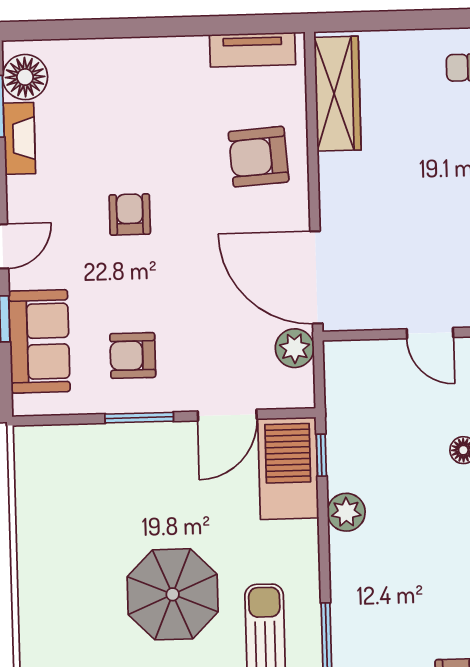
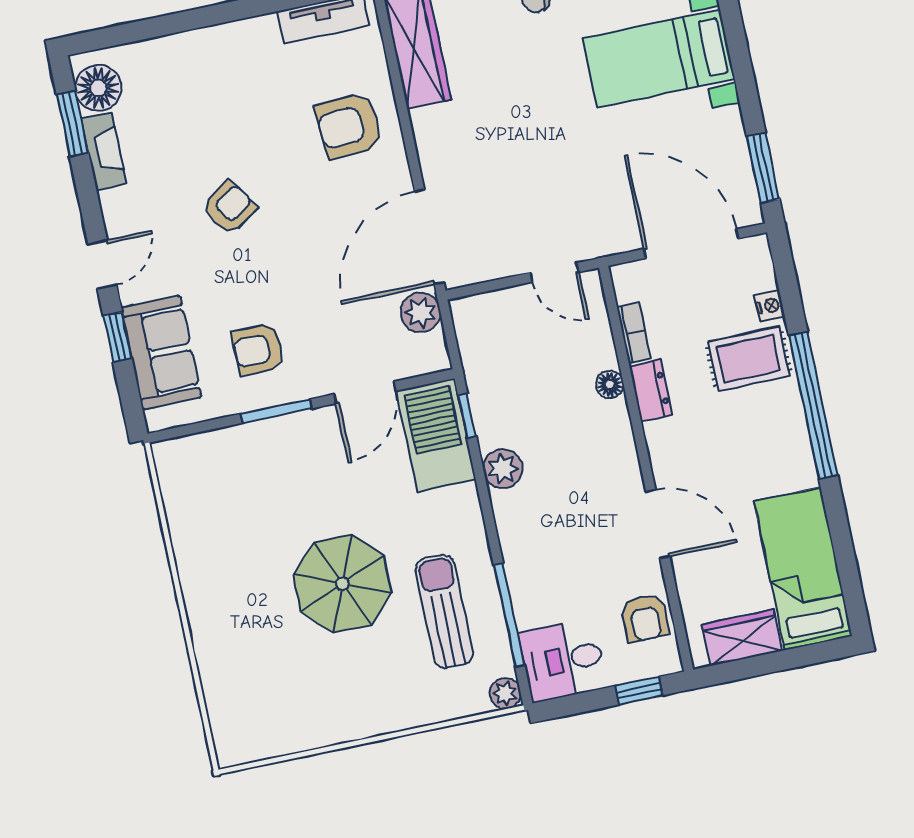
armchair: (130, 215) -> (229, 208), turned 56
door: (316, 277) -> (429, 237), hinge flipped

